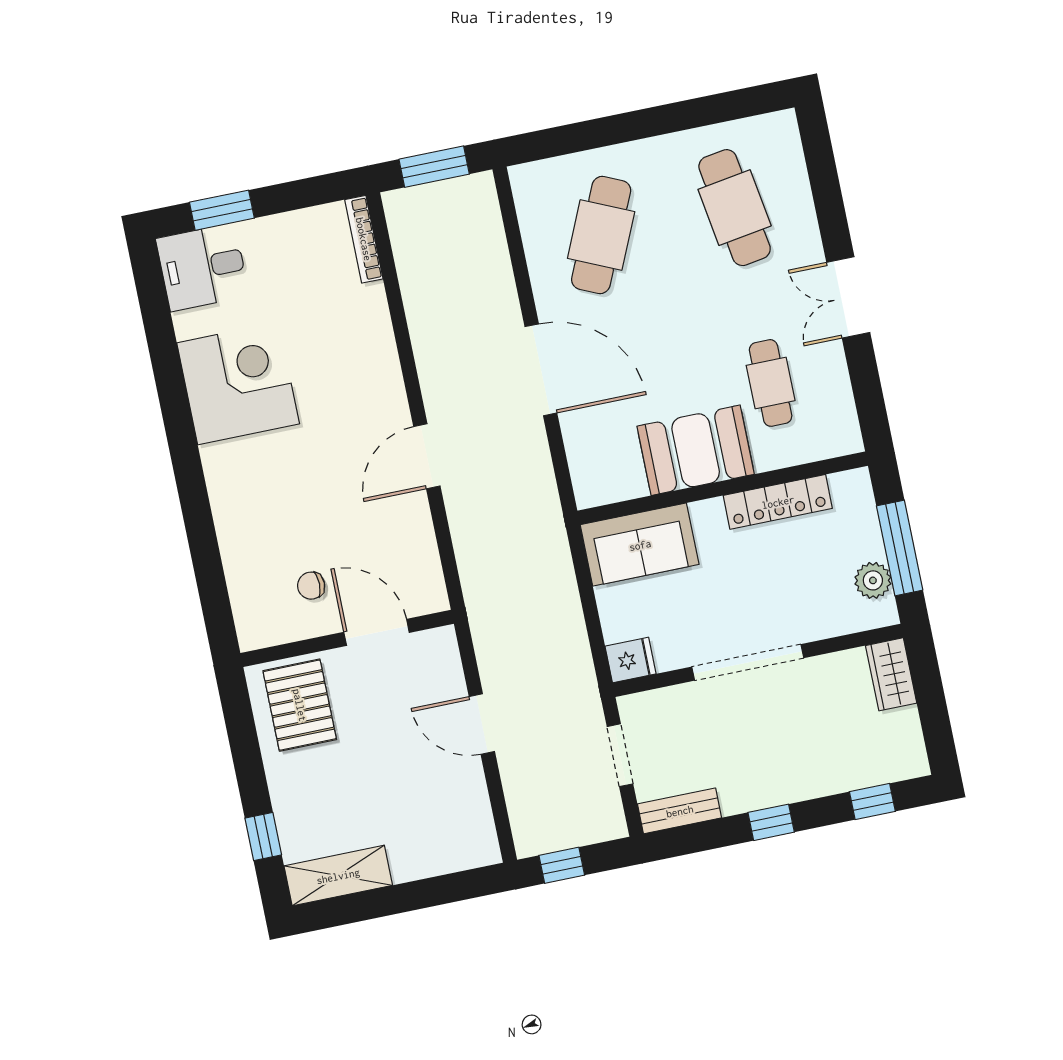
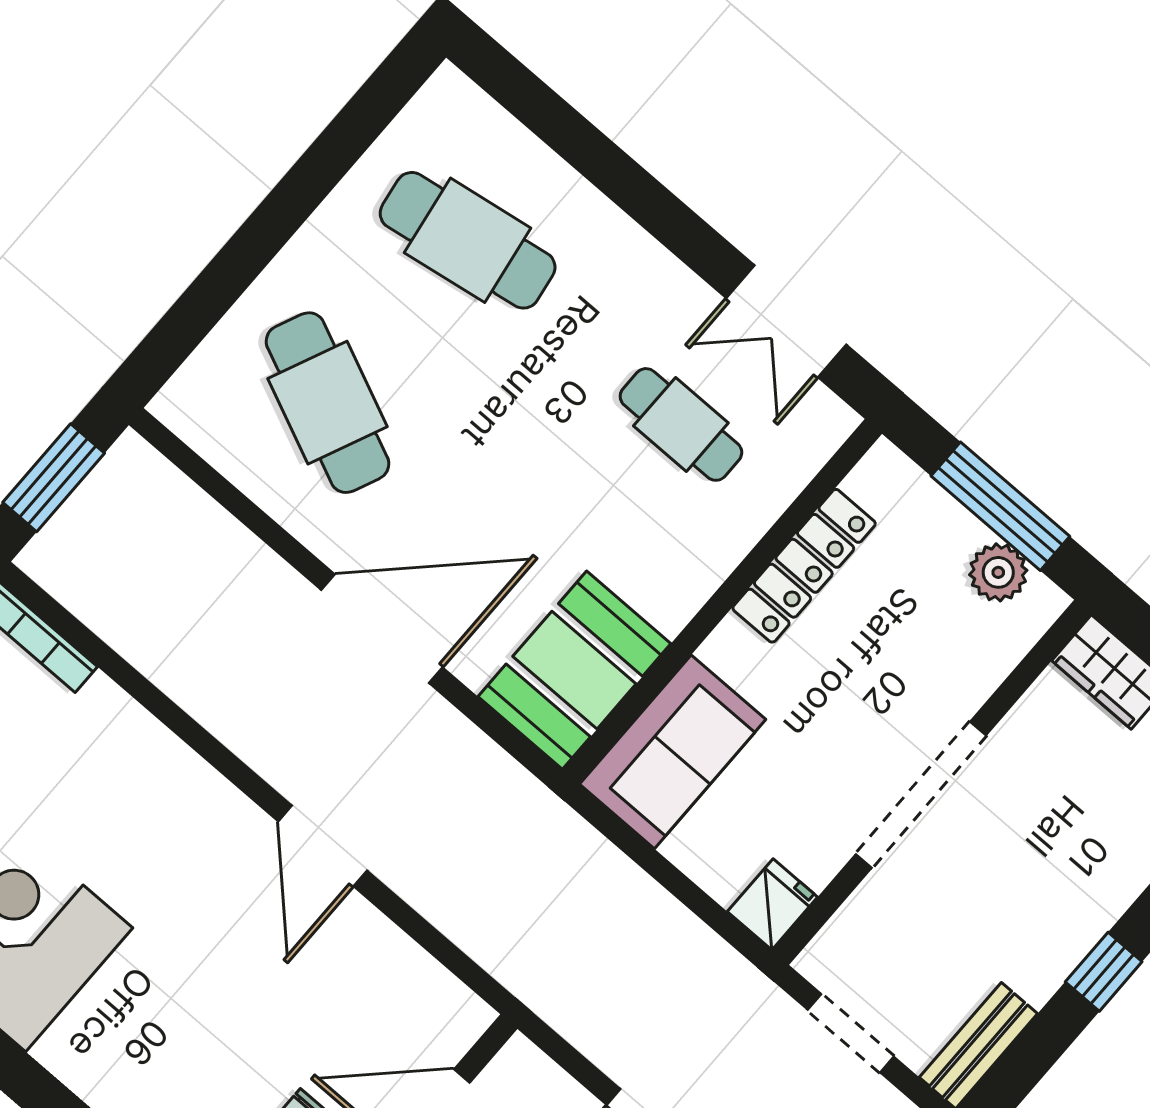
double door: (848, 297) -> (786, 321), moved
booth: (696, 450) -> (574, 670), moved

